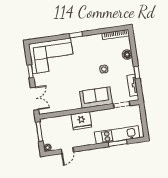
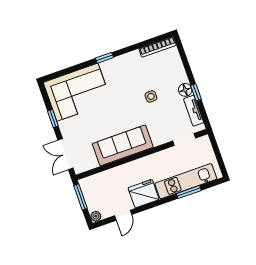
floor lamp: (127, 55) -> (185, 90), moved
sofa: (96, 98) -> (123, 145), moved, width x1.36
double door: (34, 99) -> (65, 154), swing flipped
fridge: (81, 121) -> (144, 194), moved, turned 180

